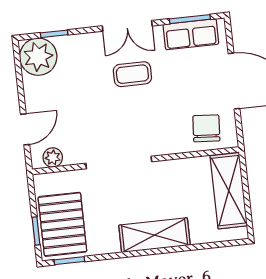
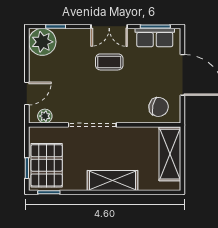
chair: (206, 128) -> (159, 107), turned 98

